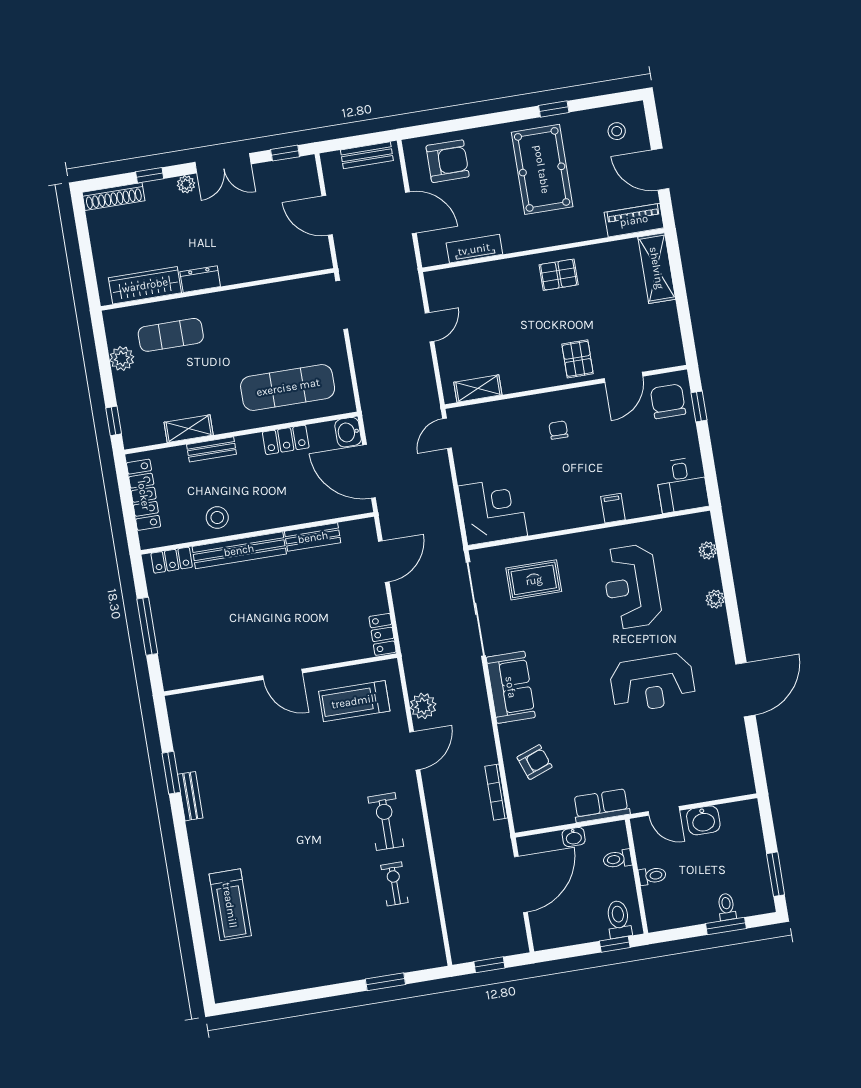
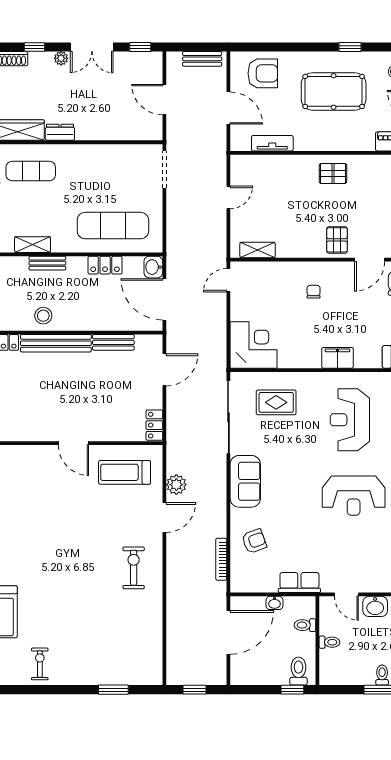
pool table: (542, 169) -> (334, 91), turned 90
filing cabinet: (613, 508) -> (337, 358), width x2.00
exercise bike: (394, 884) -> (40, 664), moved

